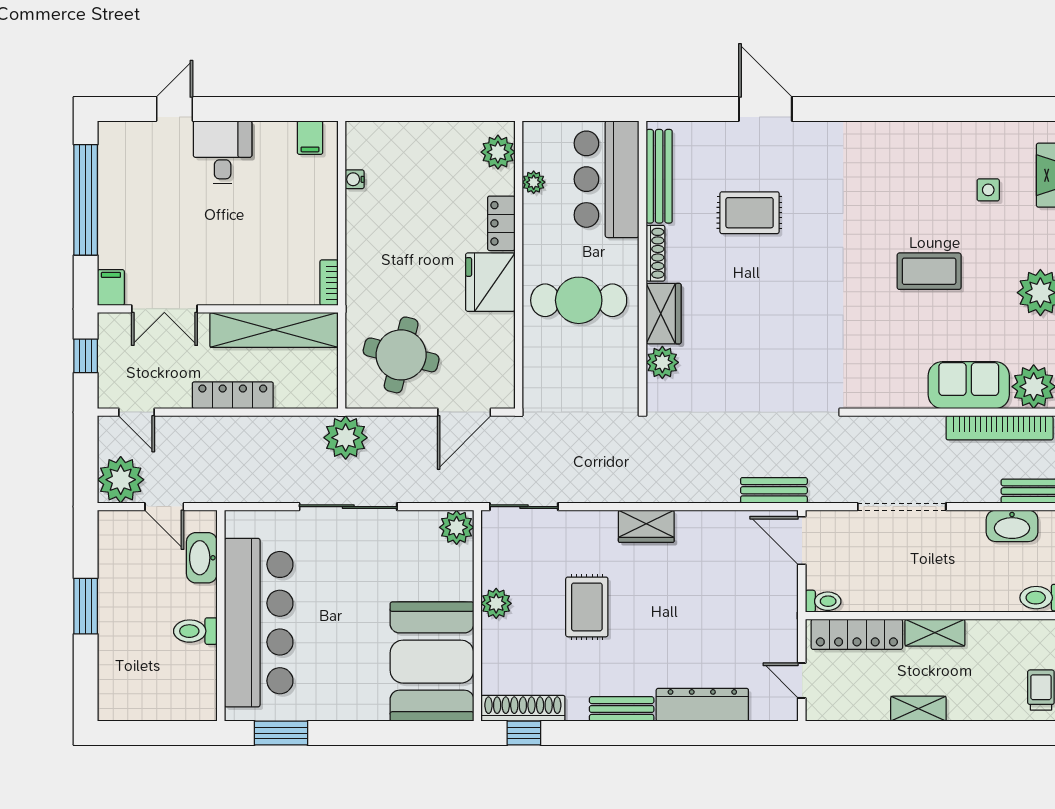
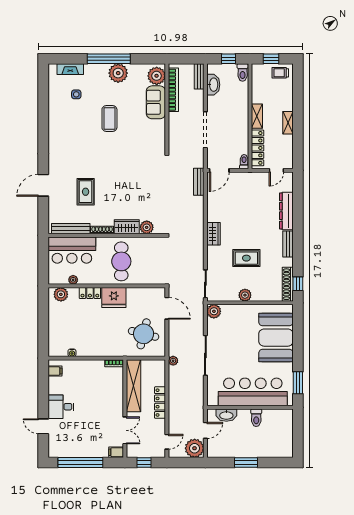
plant: (346, 438) -> (173, 361), width x0.53, depth x0.53
booth: (432, 662) -> (276, 338), moved, turned 90

